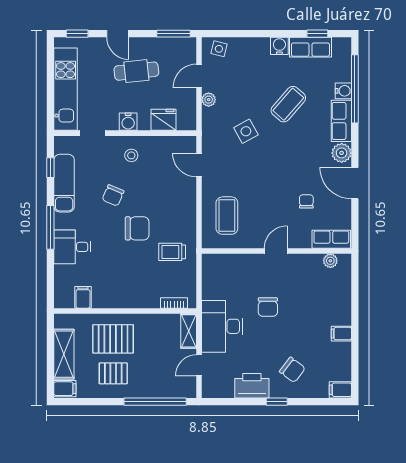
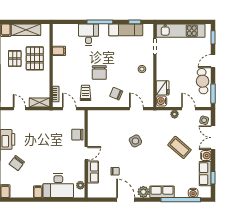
double door: (249, 34) -> (213, 138), added
cafe table: (136, 71) -> (203, 81), moved
water cooler: (343, 91) -> (193, 193), moved
coffee table: (288, 104) -> (179, 147), moved
water cooler: (128, 122) -> (162, 101), moved
side table: (246, 131) -> (135, 141), moved
door: (199, 165) -> (136, 109), hinge flipped
door: (355, 183) -> (126, 200), hinge flipped
chair: (113, 195) -> (116, 94), moved
coffee table: (227, 216) -> (107, 125), removed
row of seats: (331, 239) -> (93, 172), moved
door: (276, 251) -> (86, 153), hinge flipped
door: (199, 280) -> (69, 109), added
filing cabinet: (83, 297) -> (59, 51), moved
chair: (268, 307) -> (77, 135), moved
desk: (222, 326) -> (58, 186), moved, turned 180

